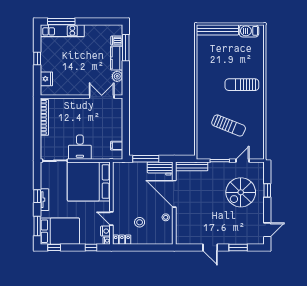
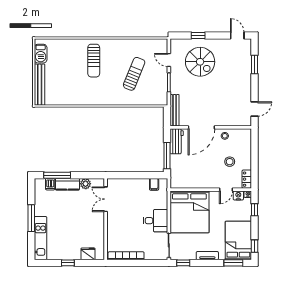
window: (61, 21) -> (31, 218), moved
window: (37, 196) -> (183, 263), moved
door: (210, 247) -> (255, 109), moved

